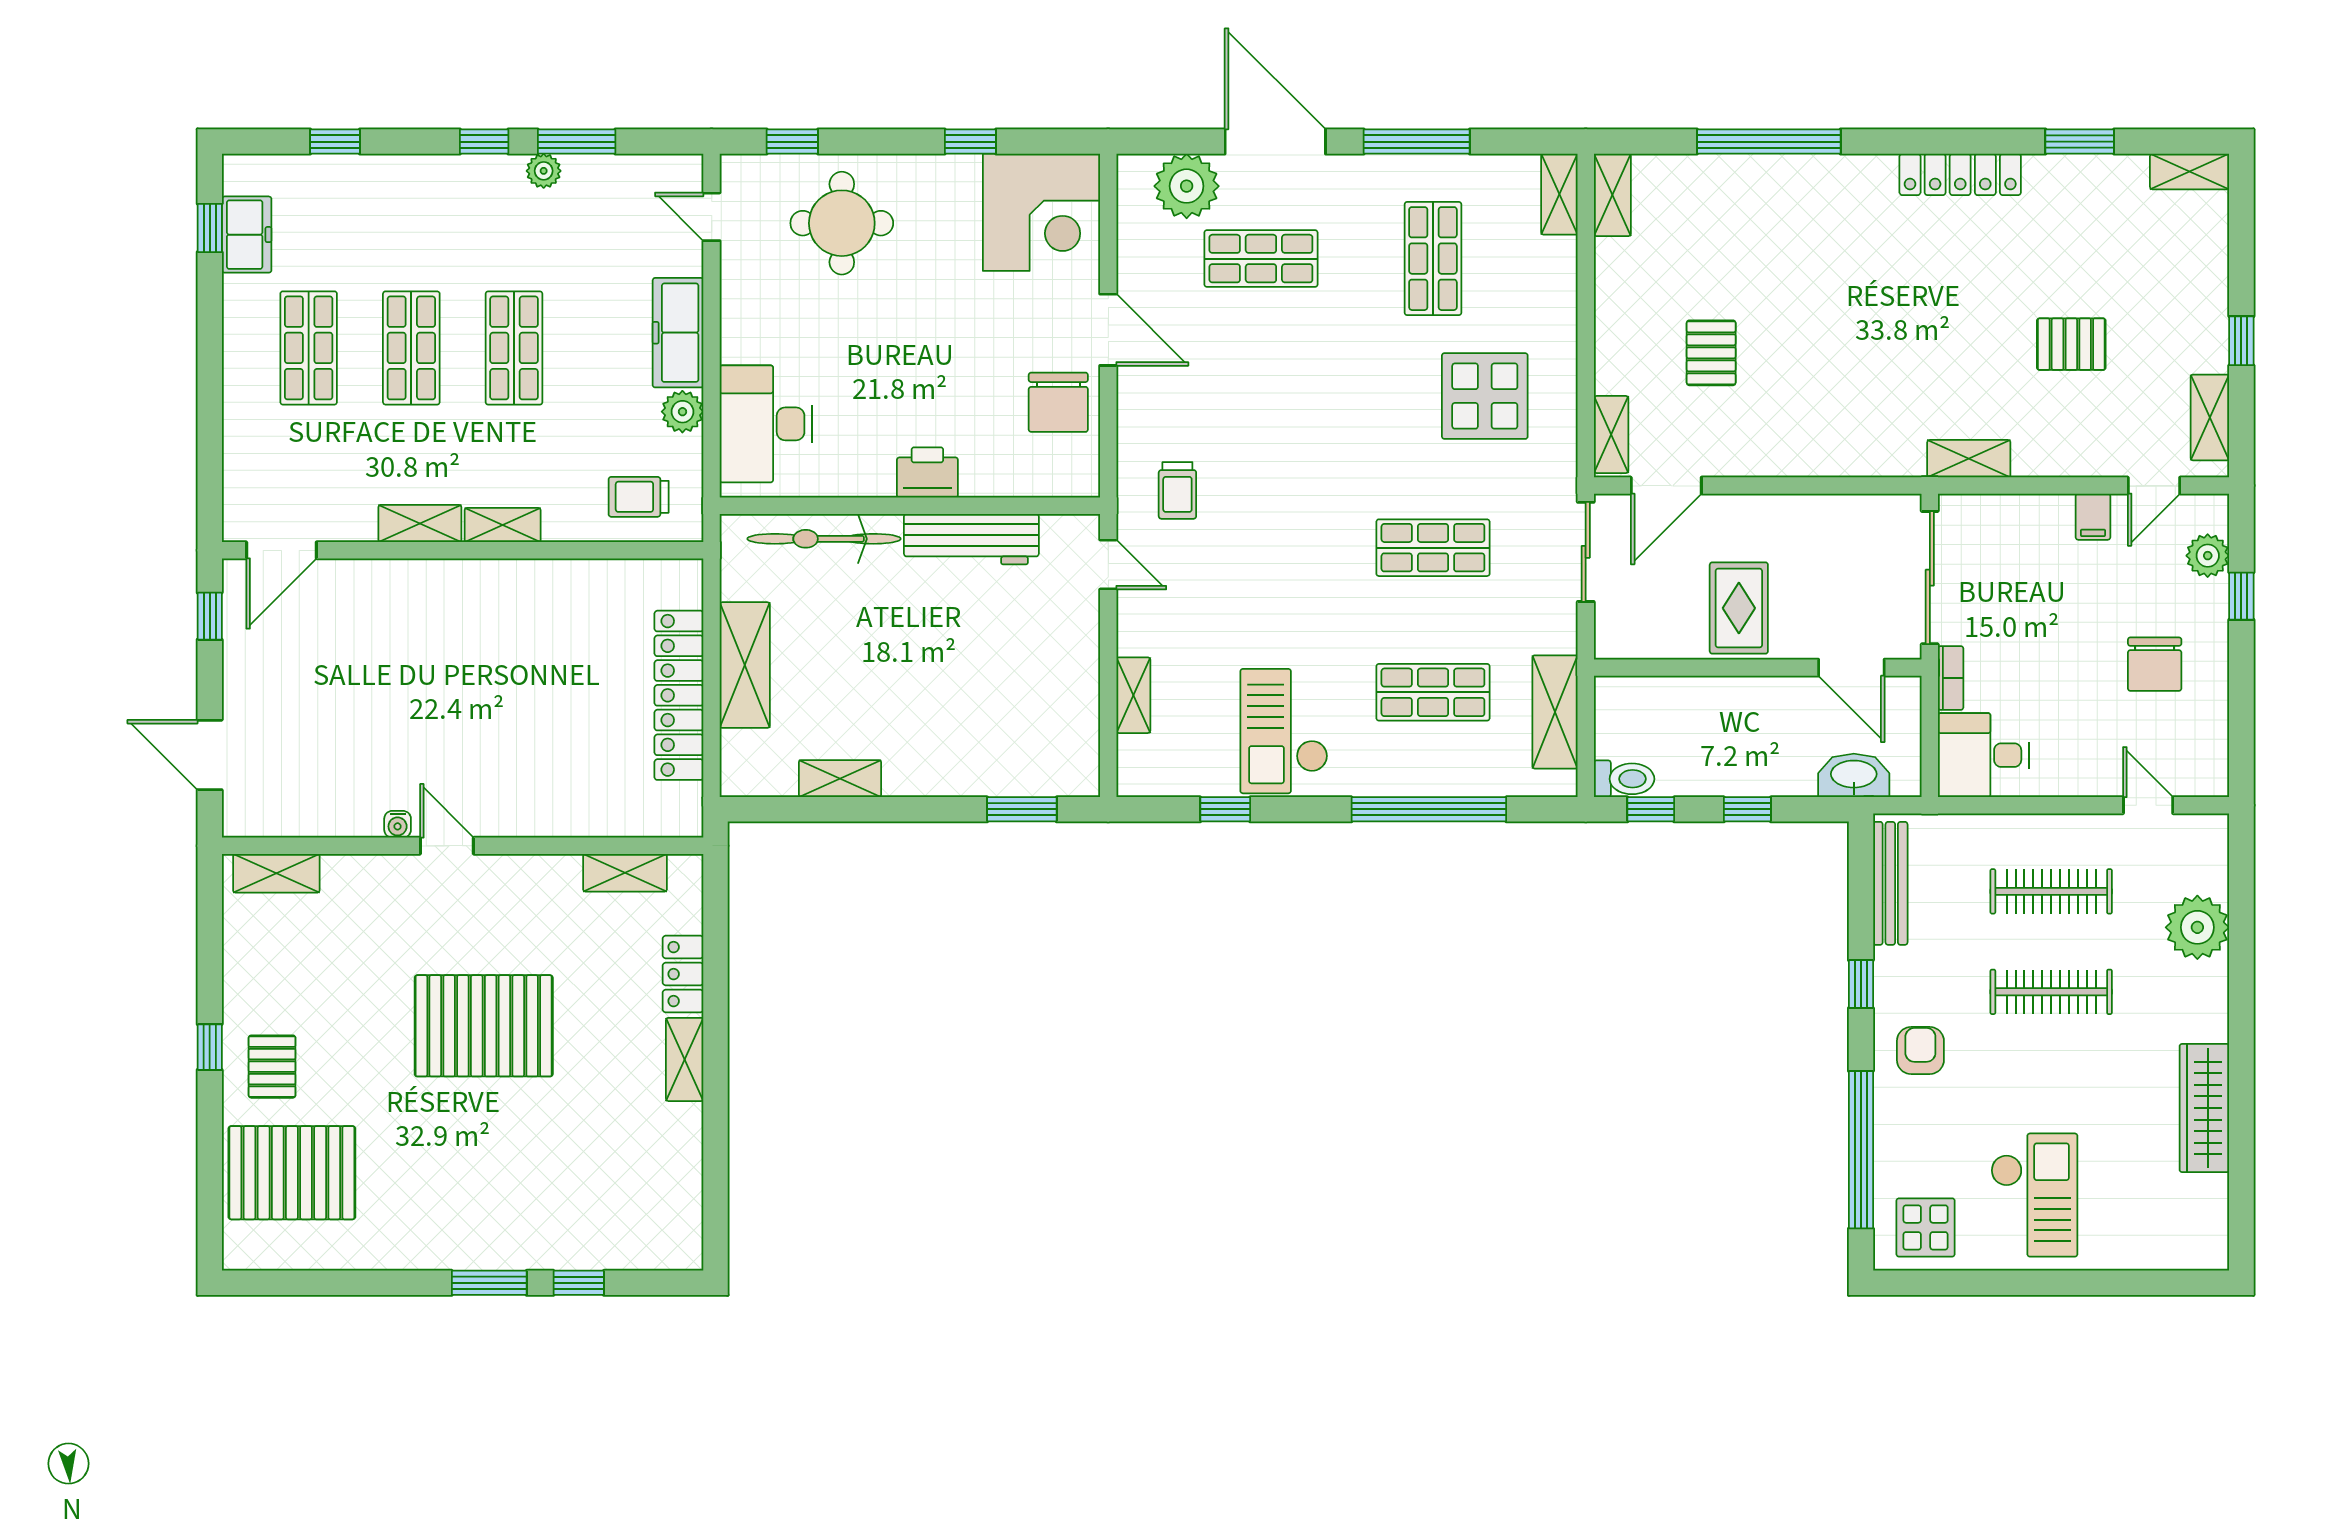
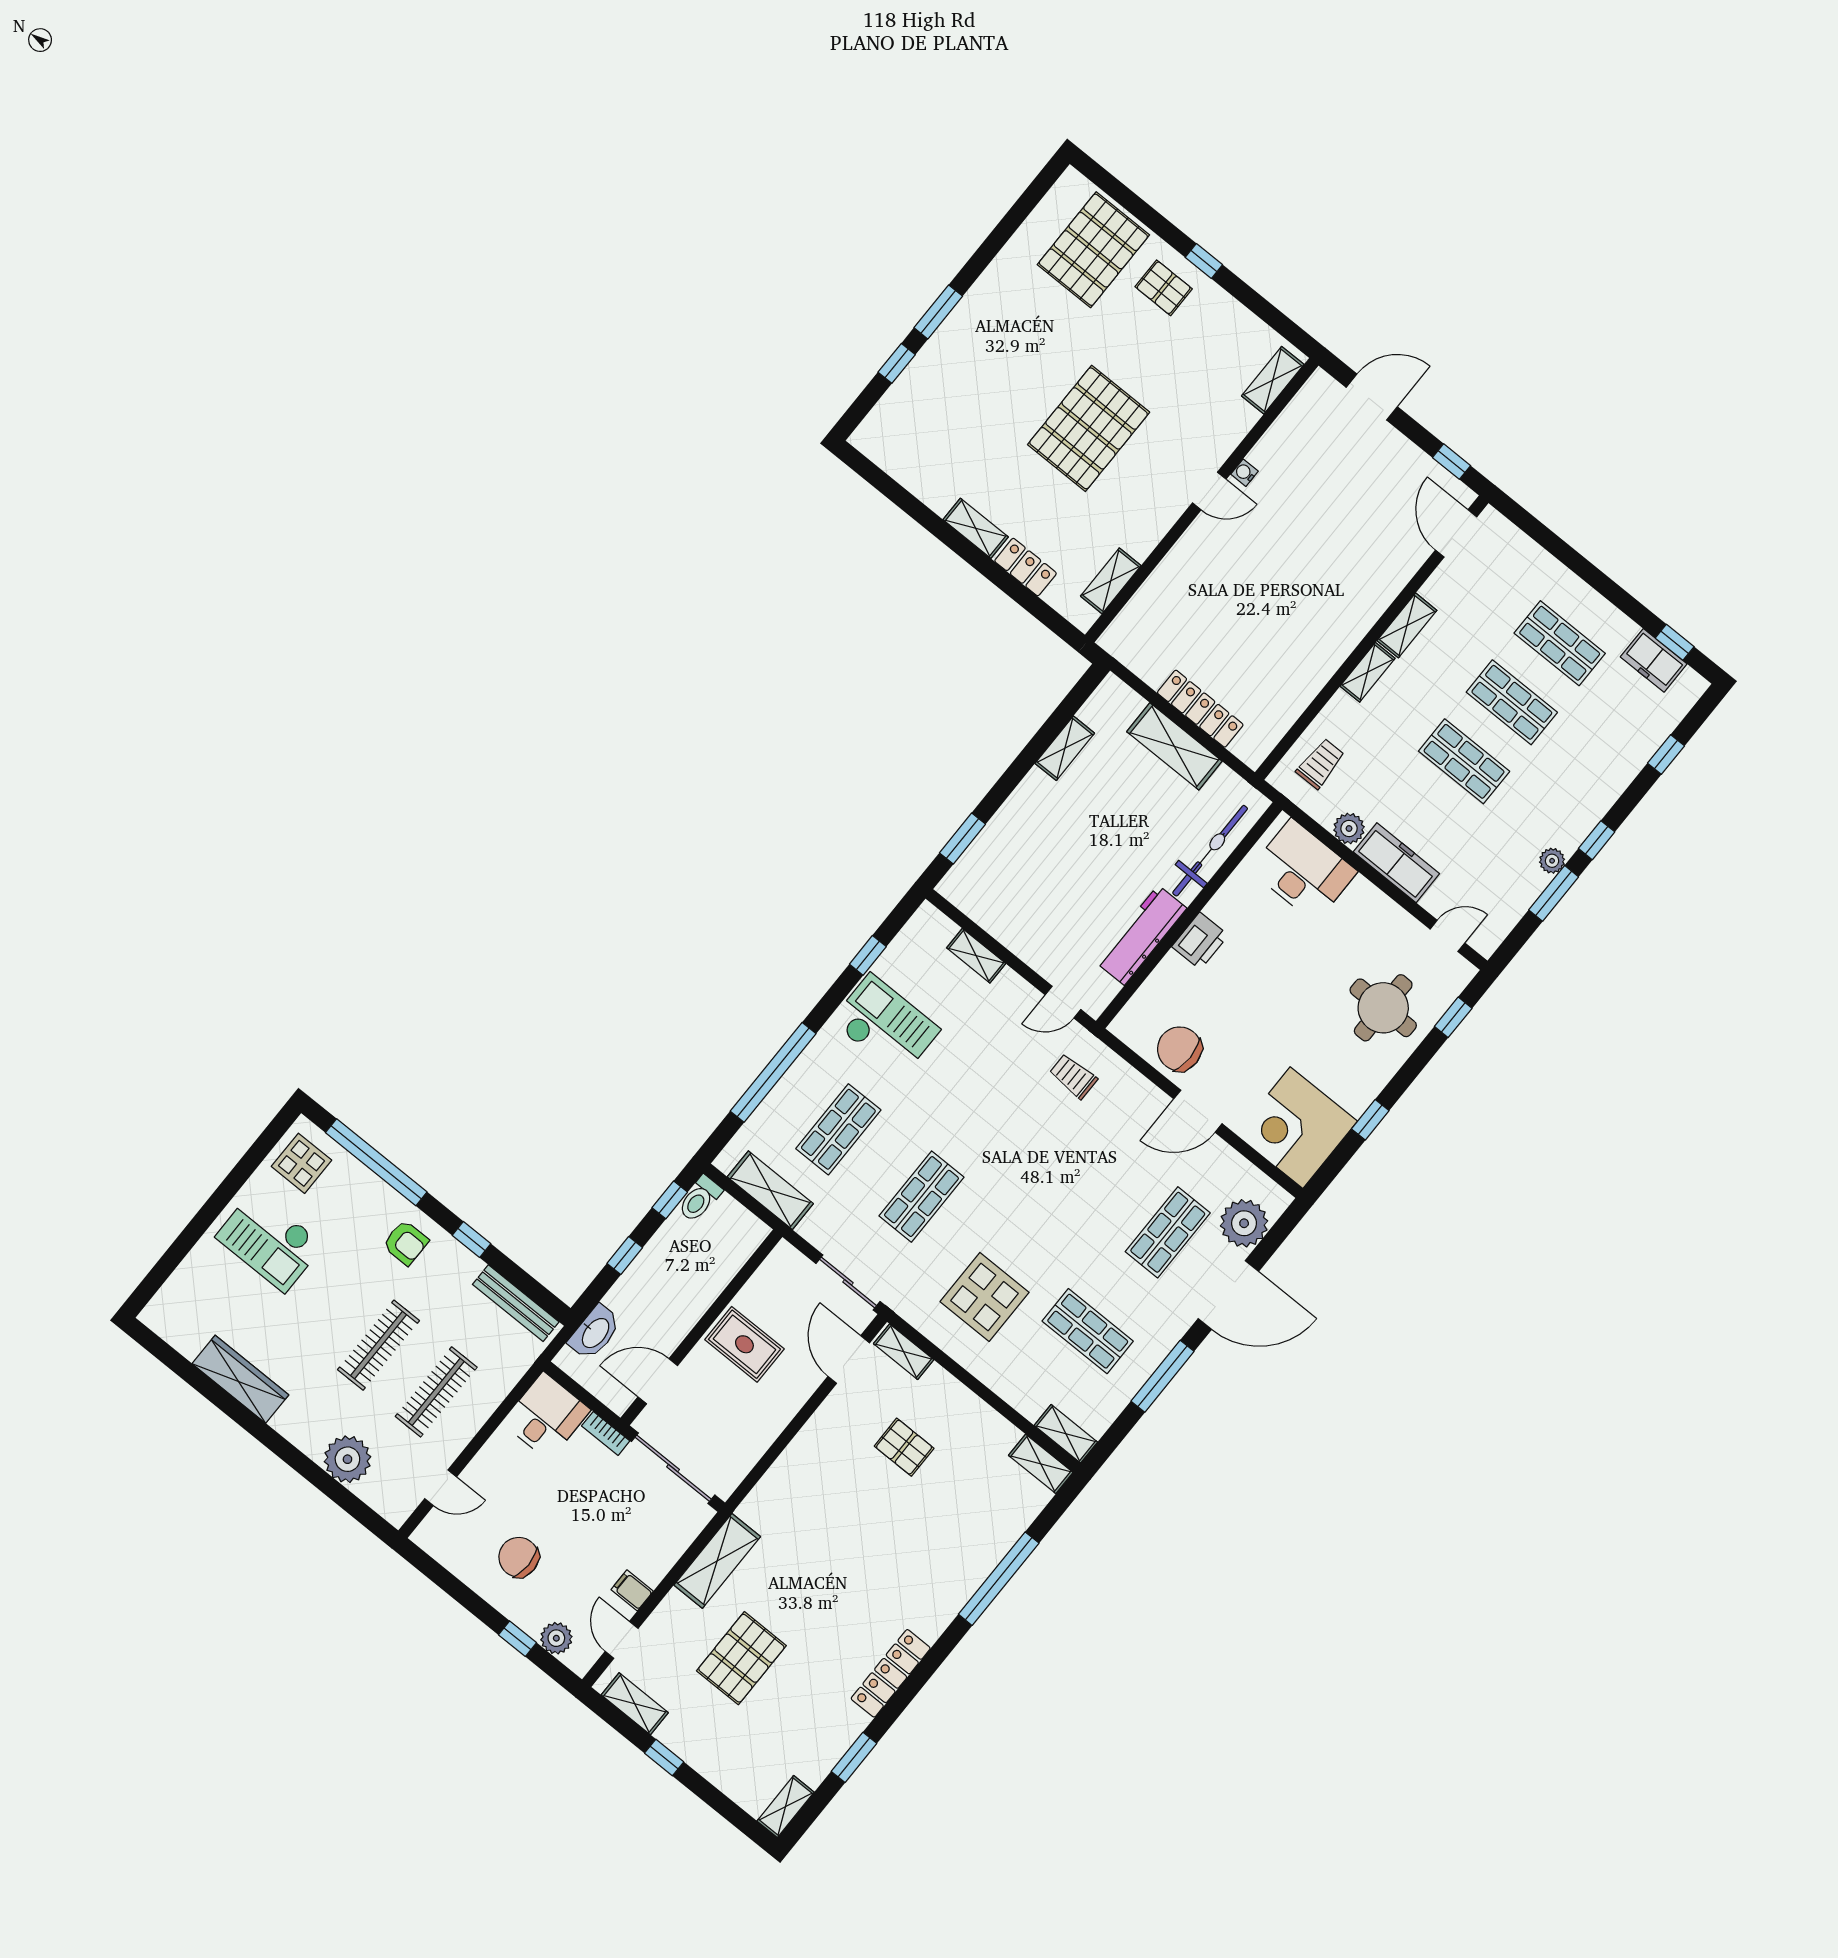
pallet: (2071, 344) -> (741, 1658), width x1.50, depth x1.42
shelving: (1969, 459) -> (717, 1561), width x1.50, depth x1.33
locker: (679, 695) -> (1200, 709), width x0.71, depth x0.83

